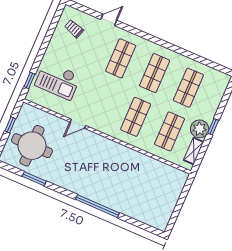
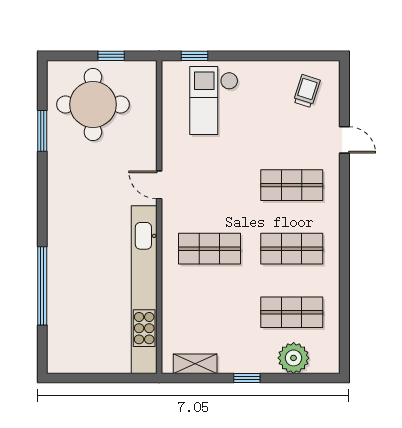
door: (78, 124) -> (159, 185), moved
plant: (200, 129) -> (294, 358), moved
shop shelf: (170, 131) -> (210, 312), removed
kitchen unit: (142, 161) -> (144, 290), added
window: (98, 206) -> (42, 286), moved

